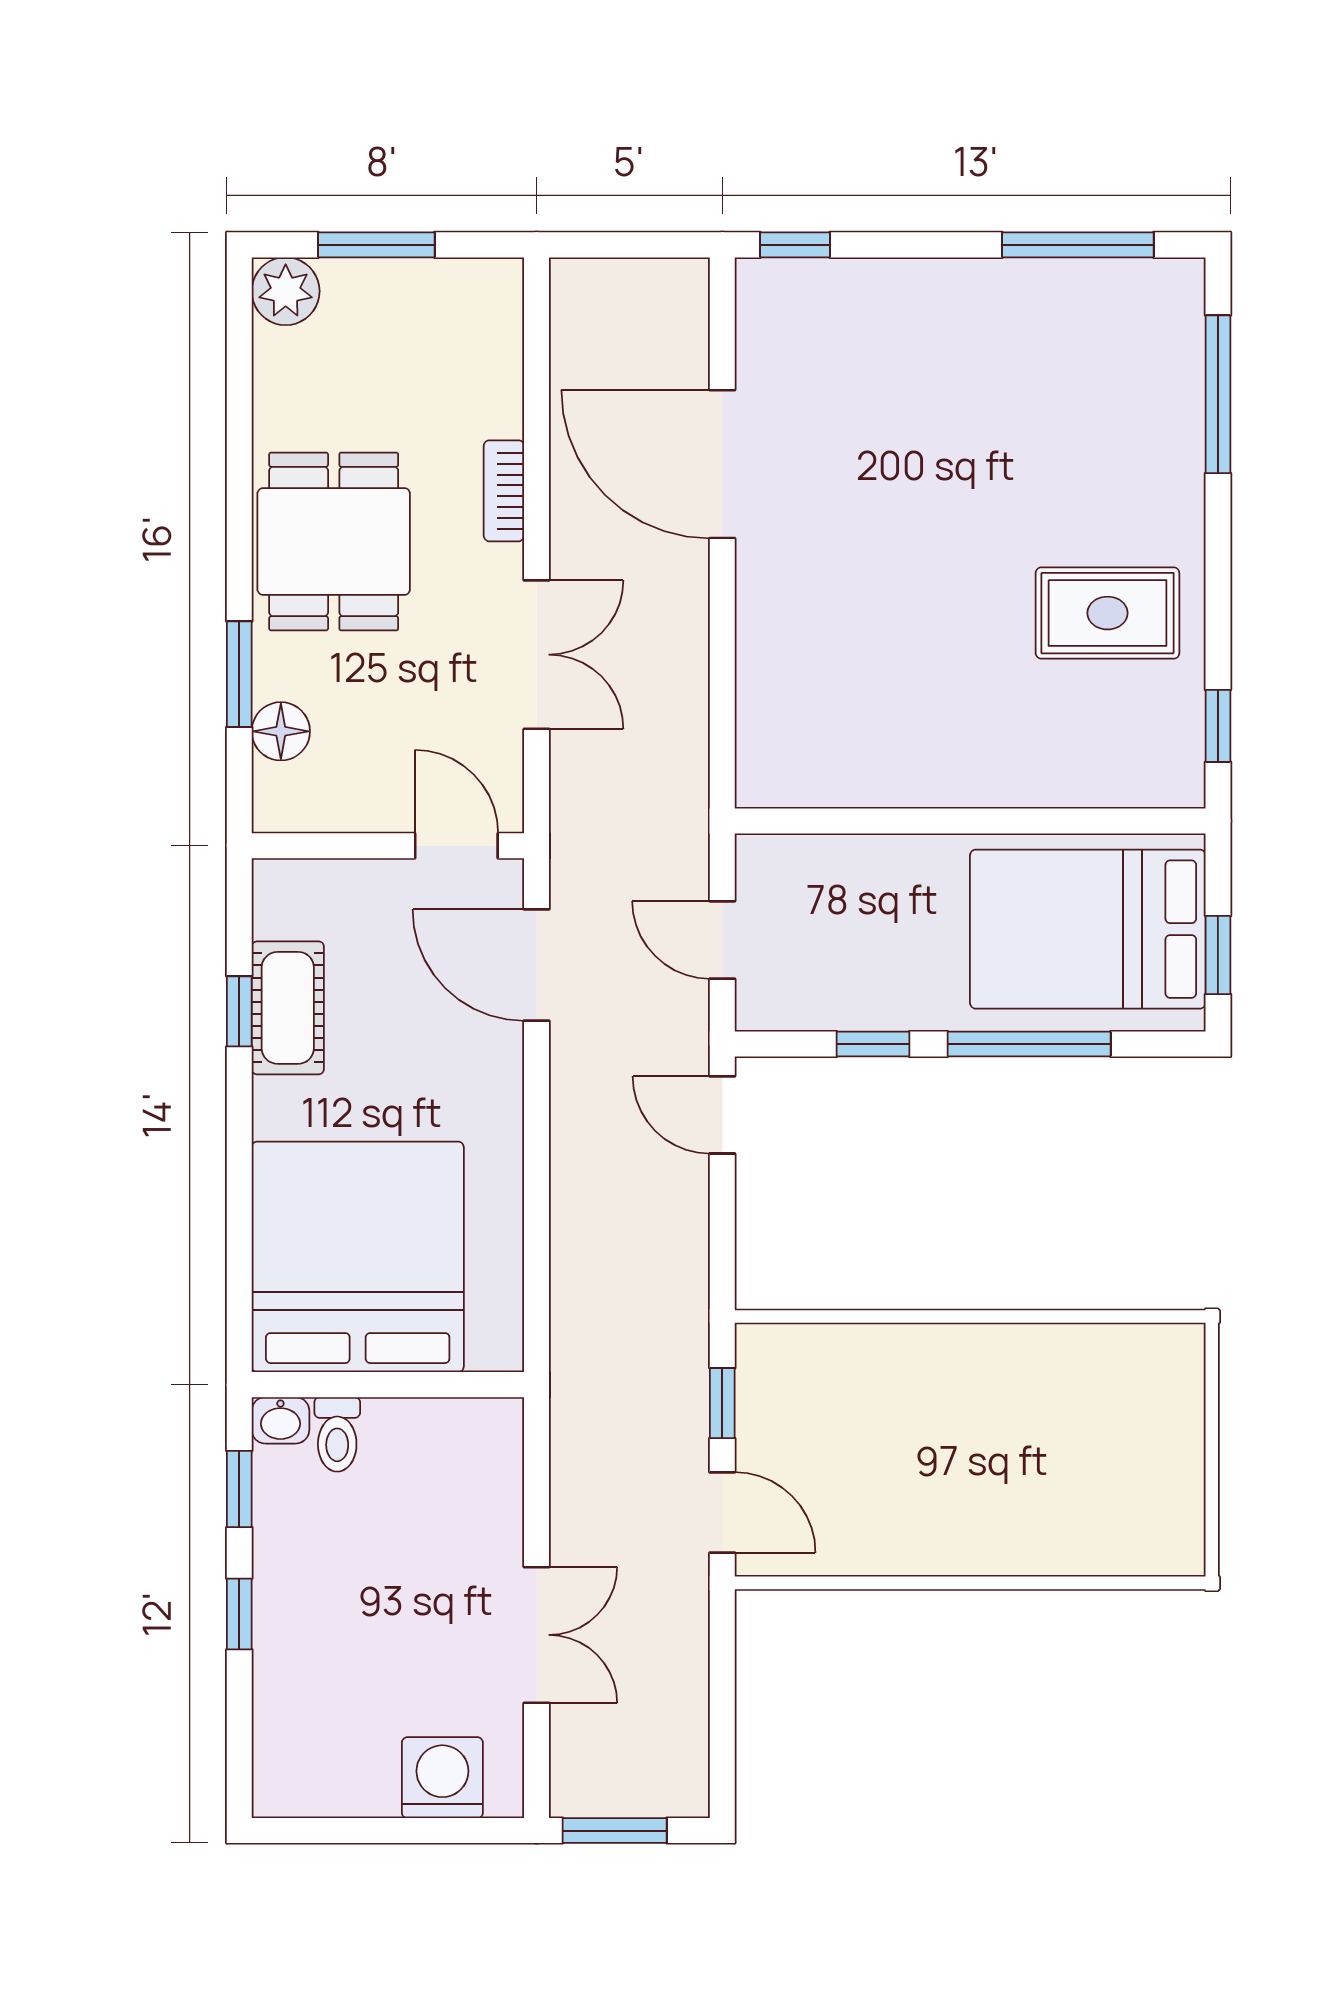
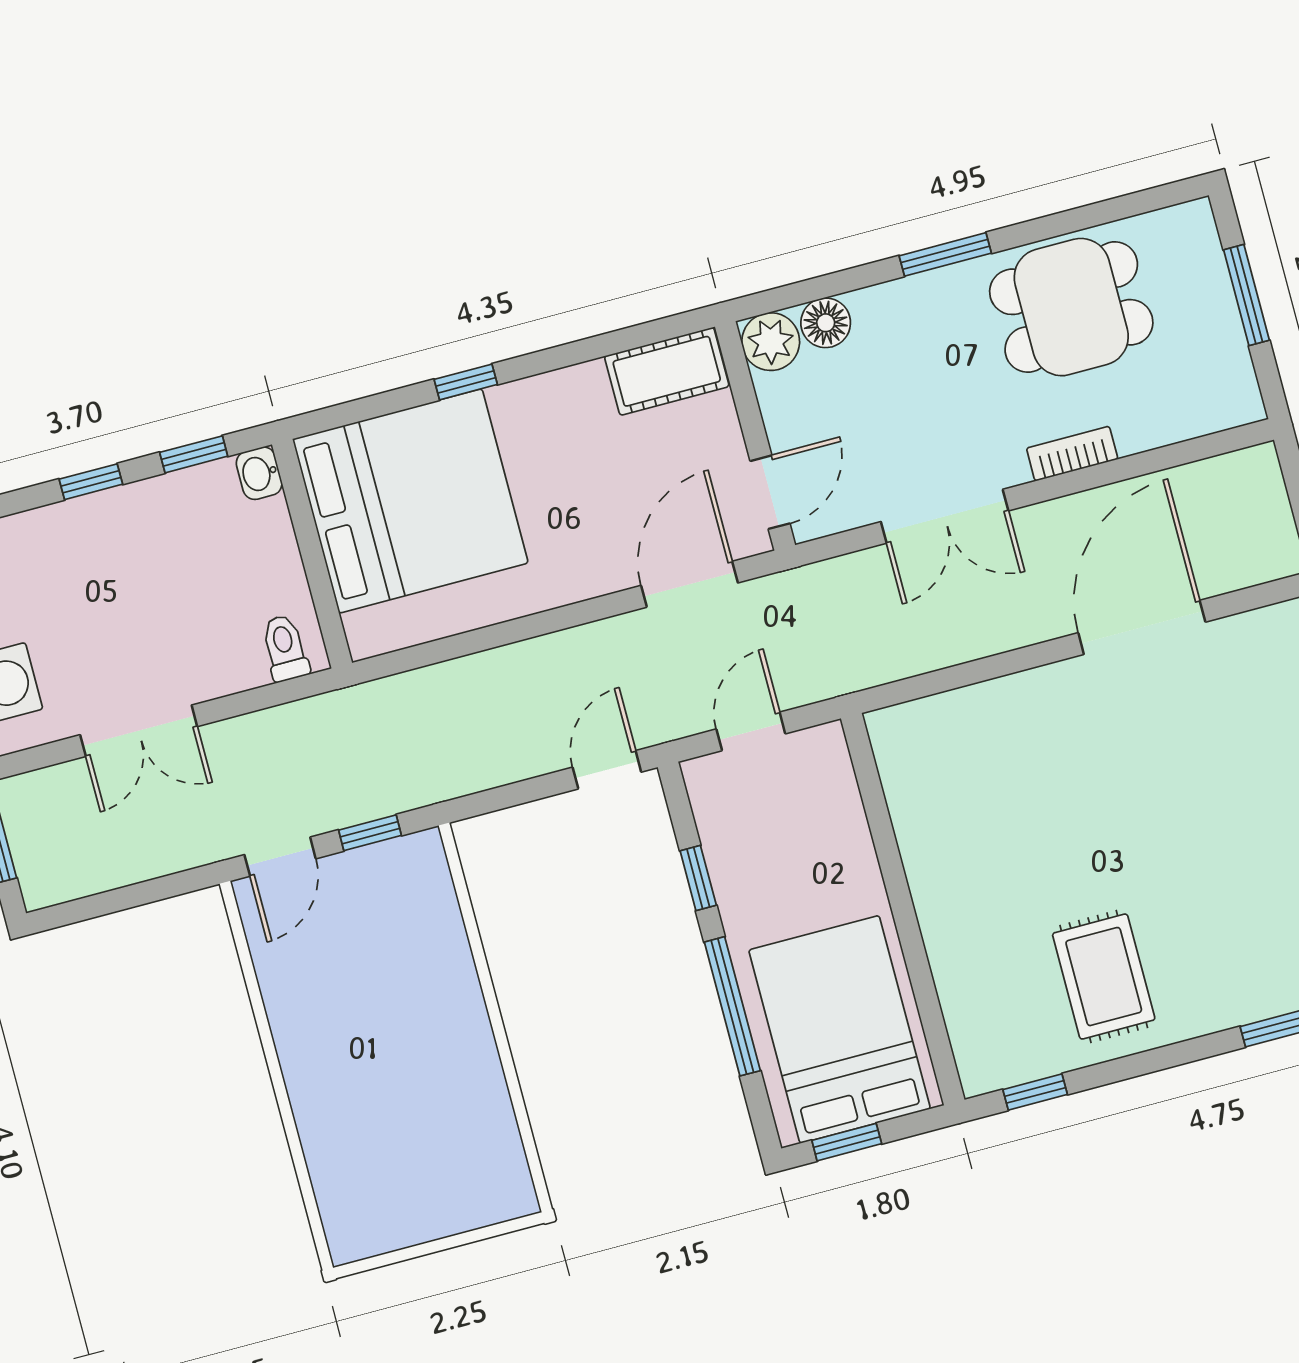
plant: (286, 291) -> (771, 342), moved
dining table: (334, 541) -> (1071, 307), moved
window: (239, 674) -> (945, 254), moved
cot: (288, 1008) -> (667, 371), moved
window: (239, 1011) -> (466, 382), moved
toilet: (337, 1434) -> (285, 648), moved, turned 90

